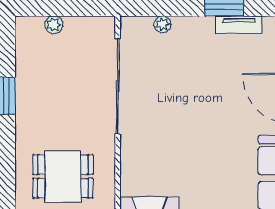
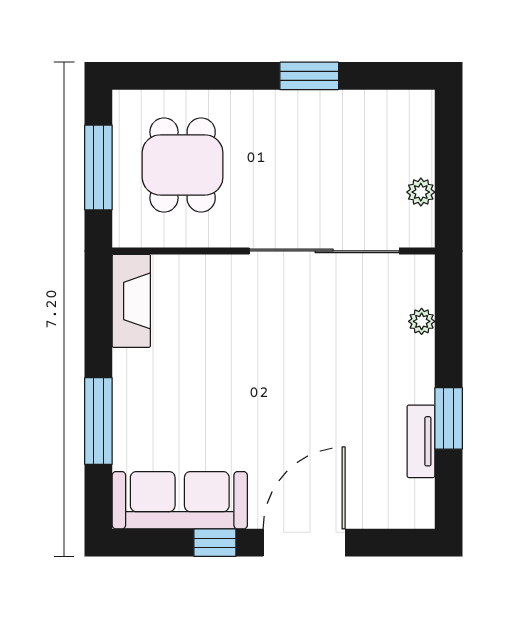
plant: (54, 25) -> (421, 192), moved

